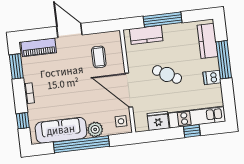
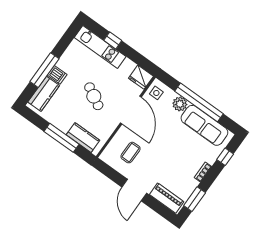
dishwasher: (212, 77) -> (57, 75), moved
fridge: (158, 121) -> (141, 77), moved

